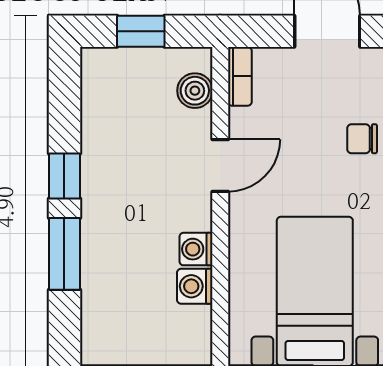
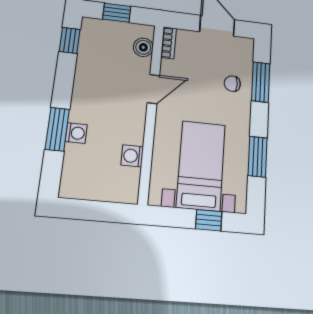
window: (64, 176) -> (70, 40), moved
washing machine: (196, 249) -> (76, 133), moved, turned 180

